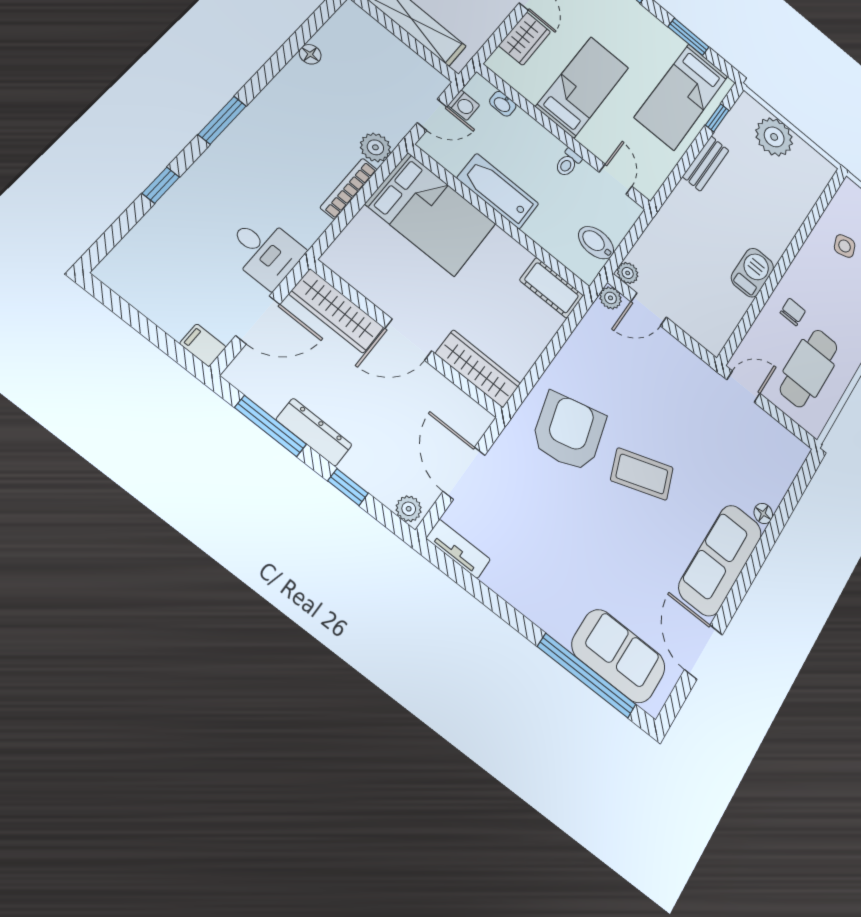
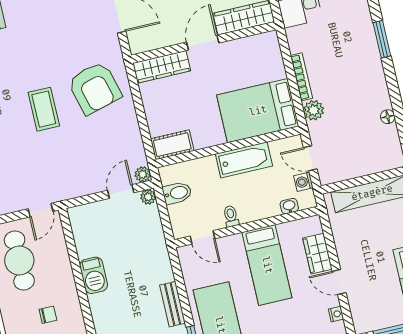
door: (432, 115) -> (310, 158), hinge flipped
chair: (793, 312) -> (48, 315), moved, turned -90
coffee table: (642, 474) -> (44, 109), turned -70

